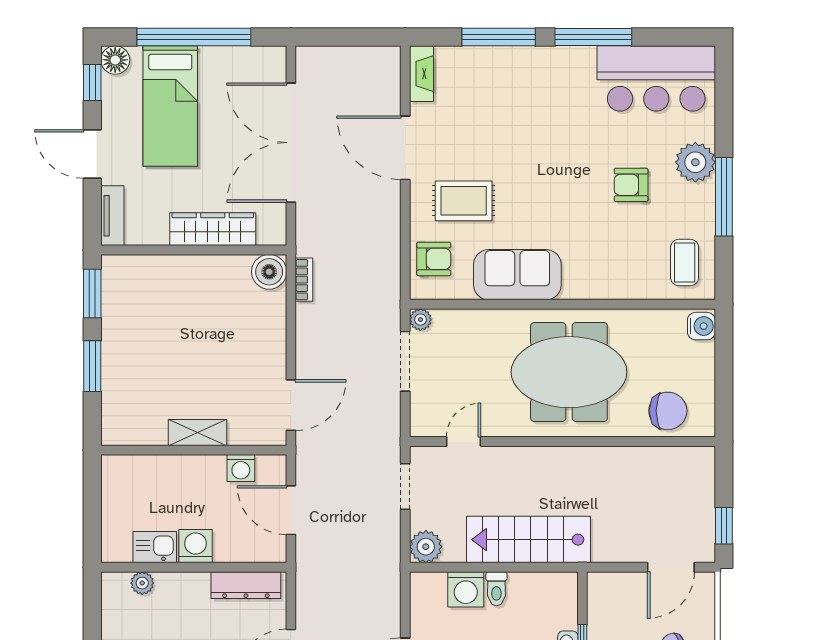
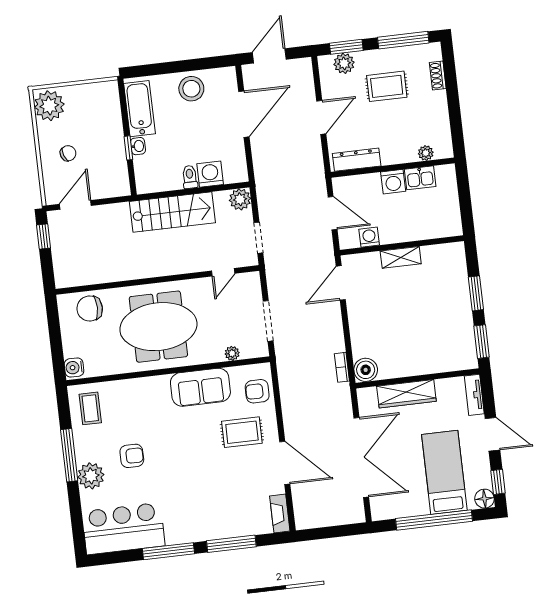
plant: (420, 320) -> (232, 353), moved

